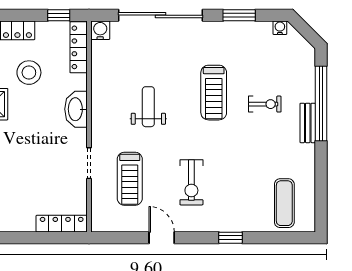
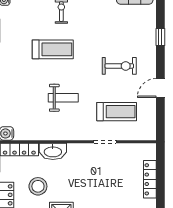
weight bench: (148, 107) -> (63, 98), turned 180
washbasin: (76, 109) -> (53, 151), moved
locker: (62, 224) -> (150, 179), moved

